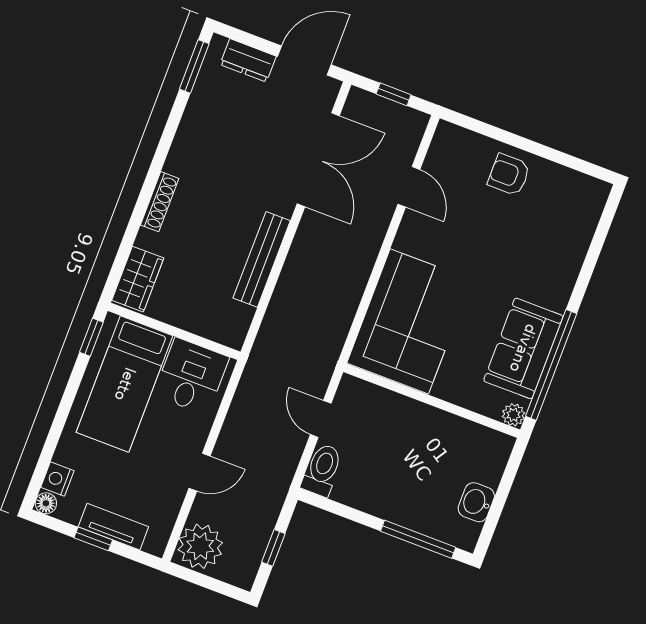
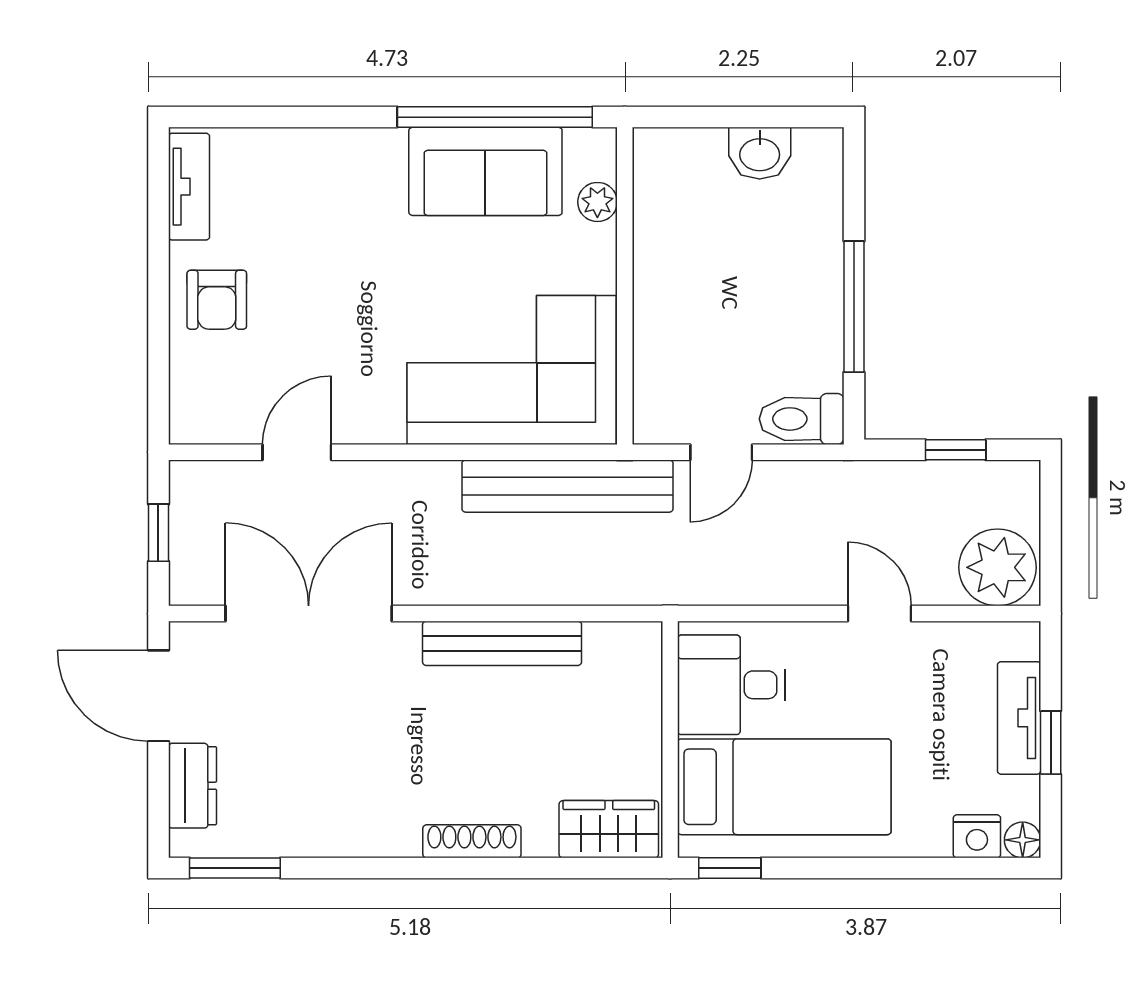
tv unit: (577, 183) -> (189, 187), added
bench: (334, 328) -> (567, 486), added
plant: (513, 415) -> (597, 202), moved
window: (418, 539) -> (854, 307), moved

